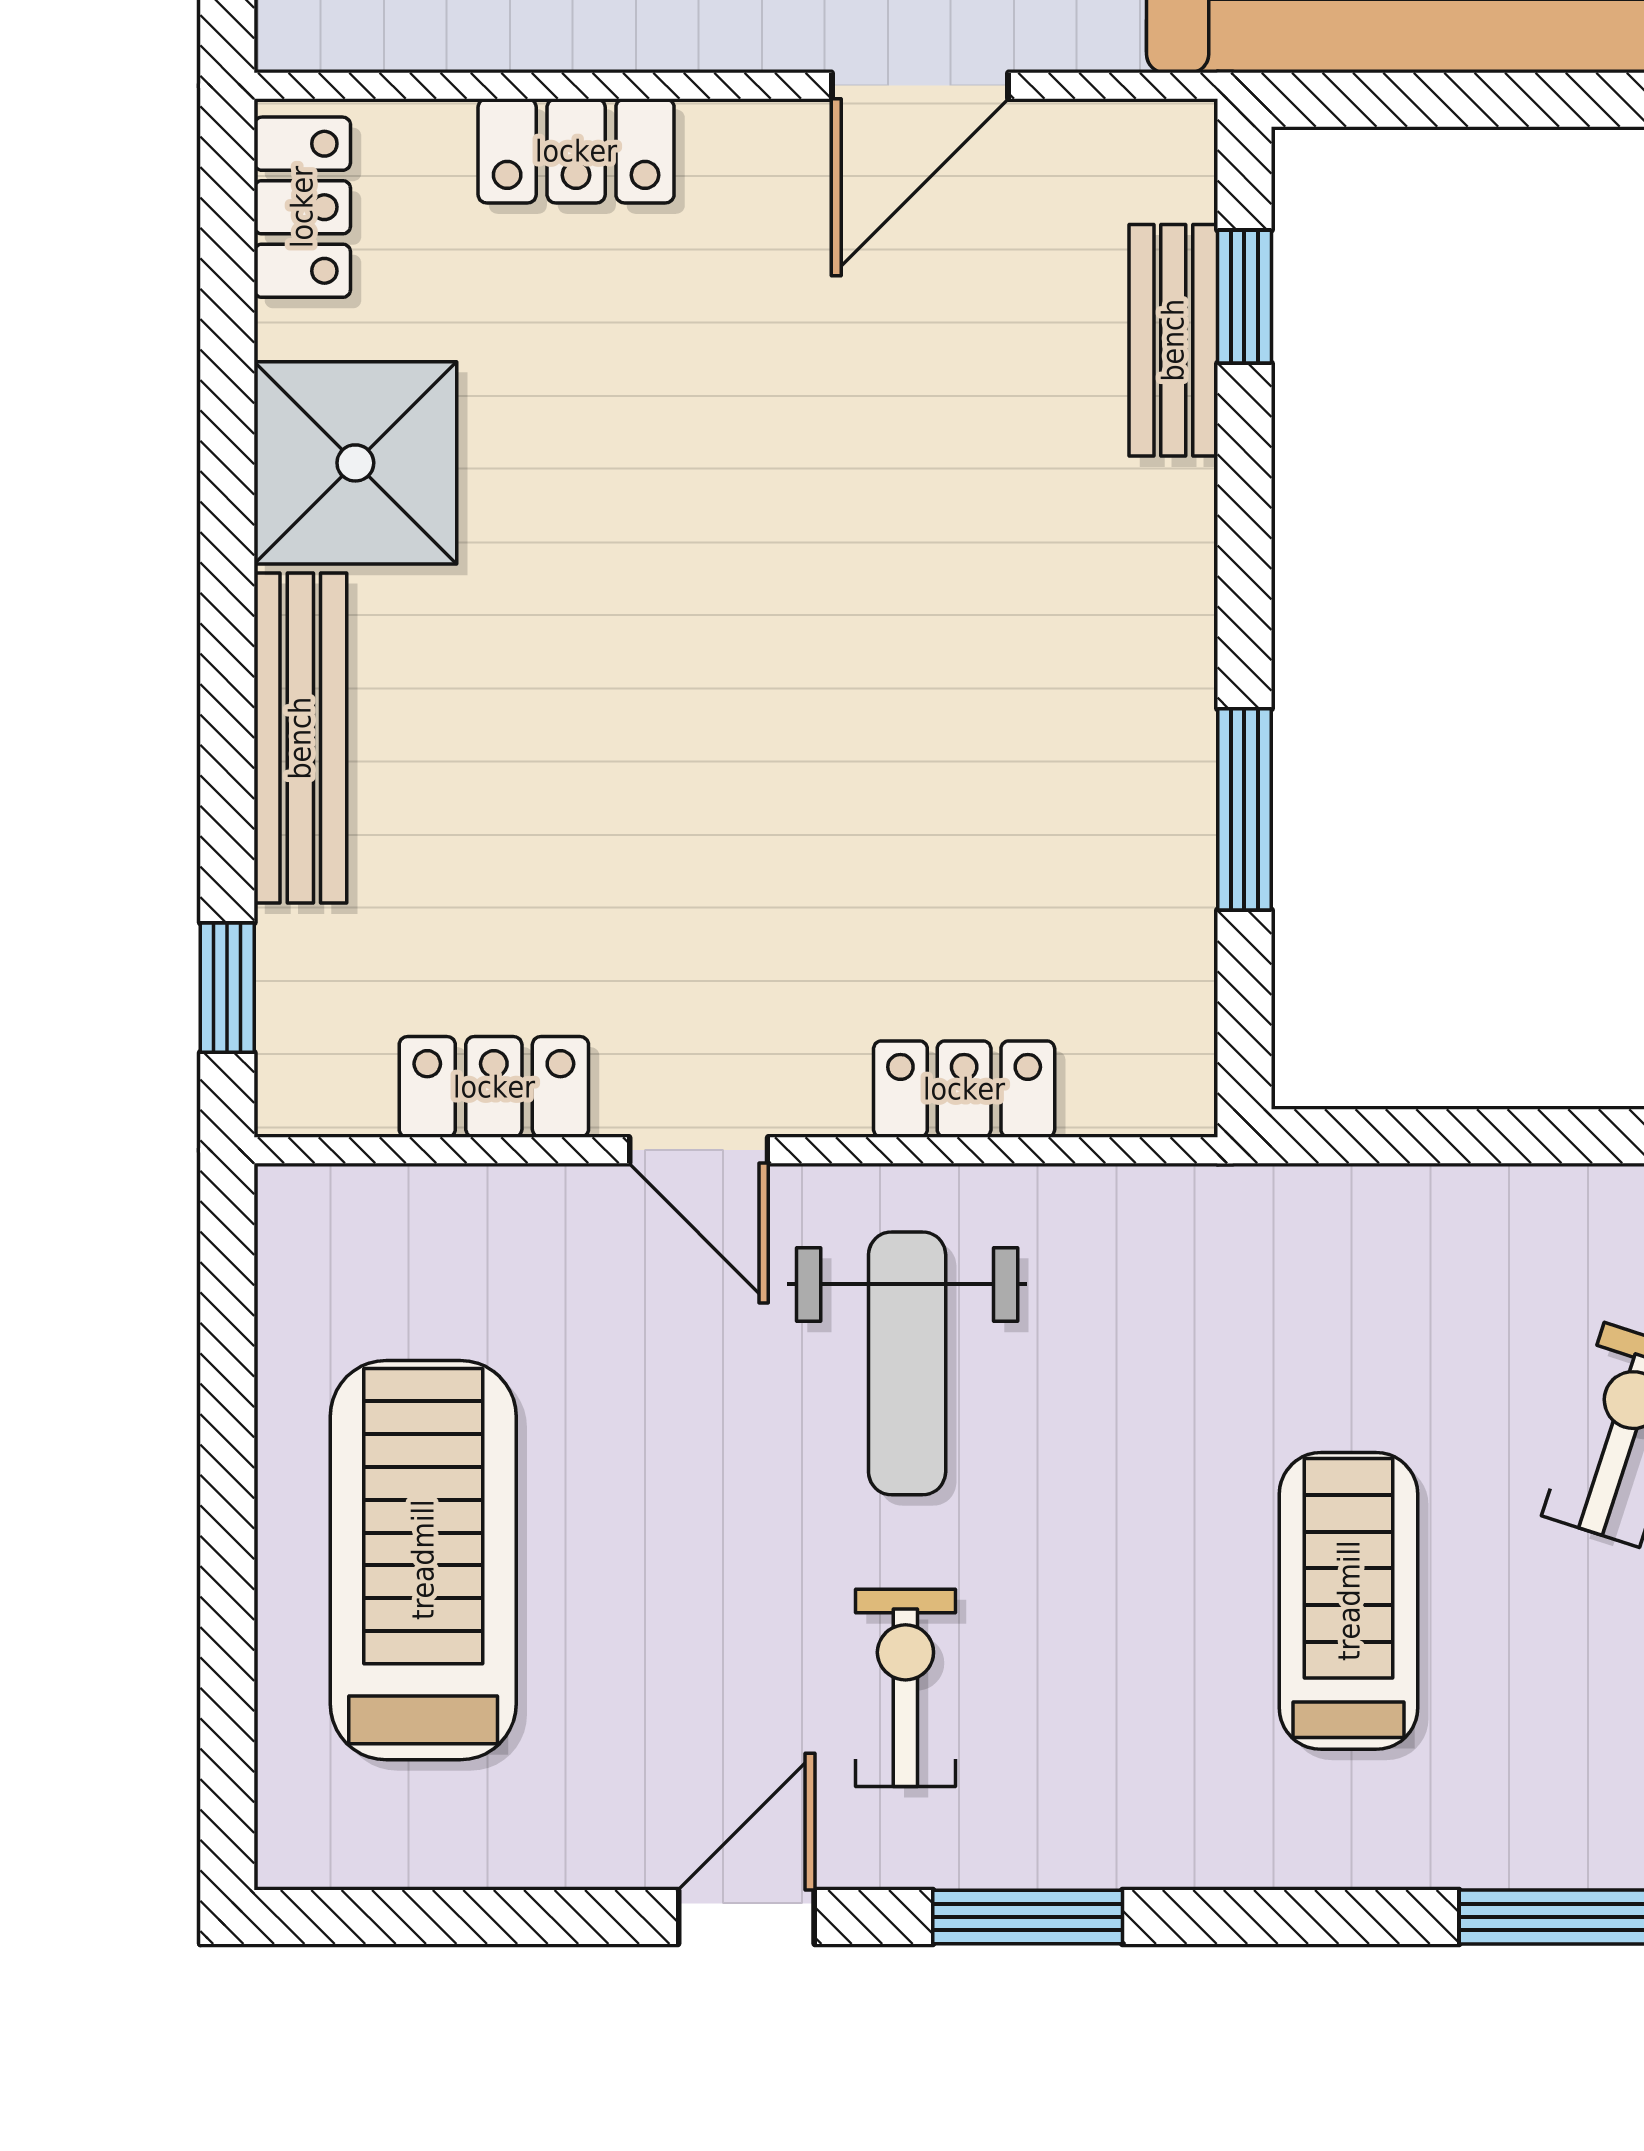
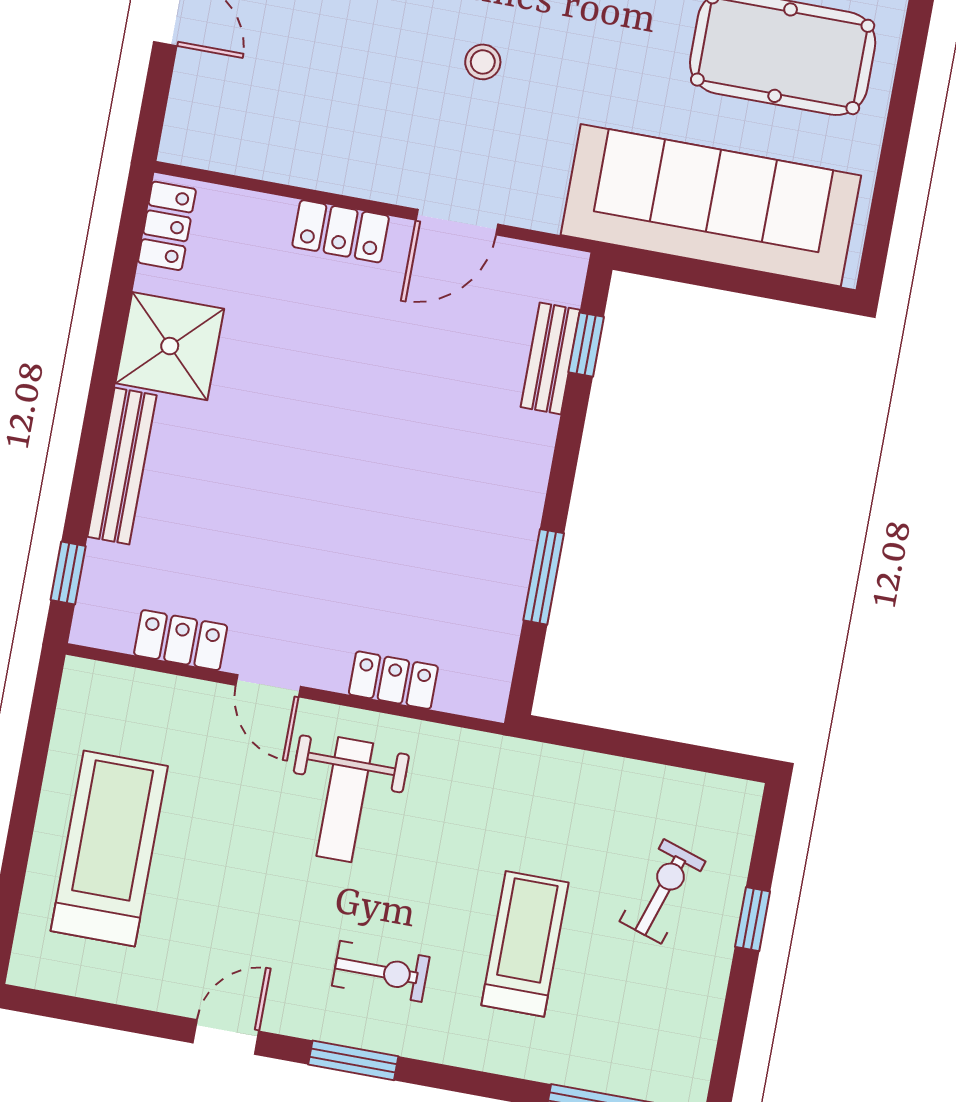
locker: (576, 151) -> (341, 231), moved
exercise bike: (905, 1688) -> (381, 971), moved, turned 90

